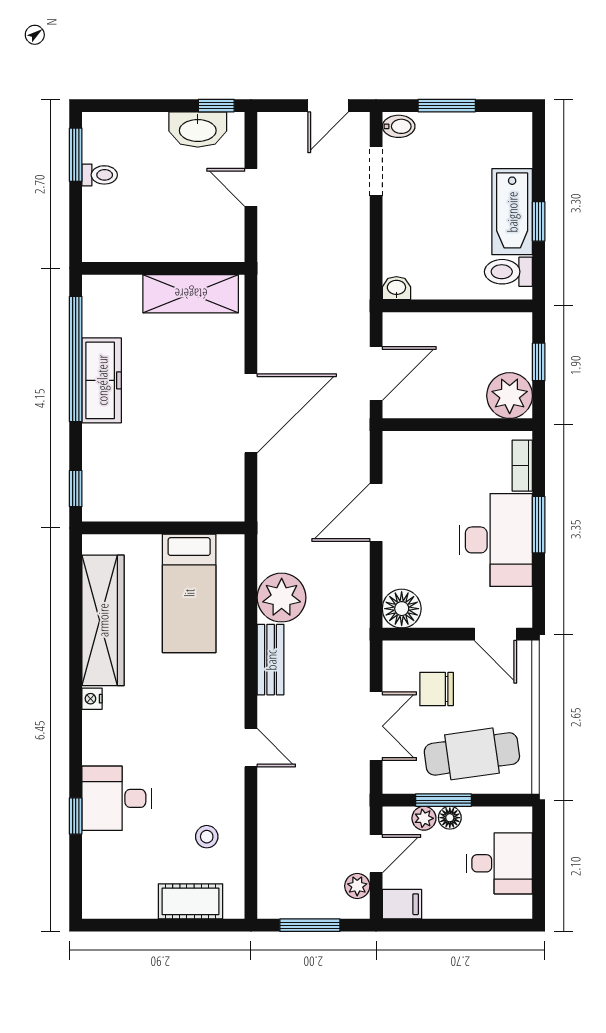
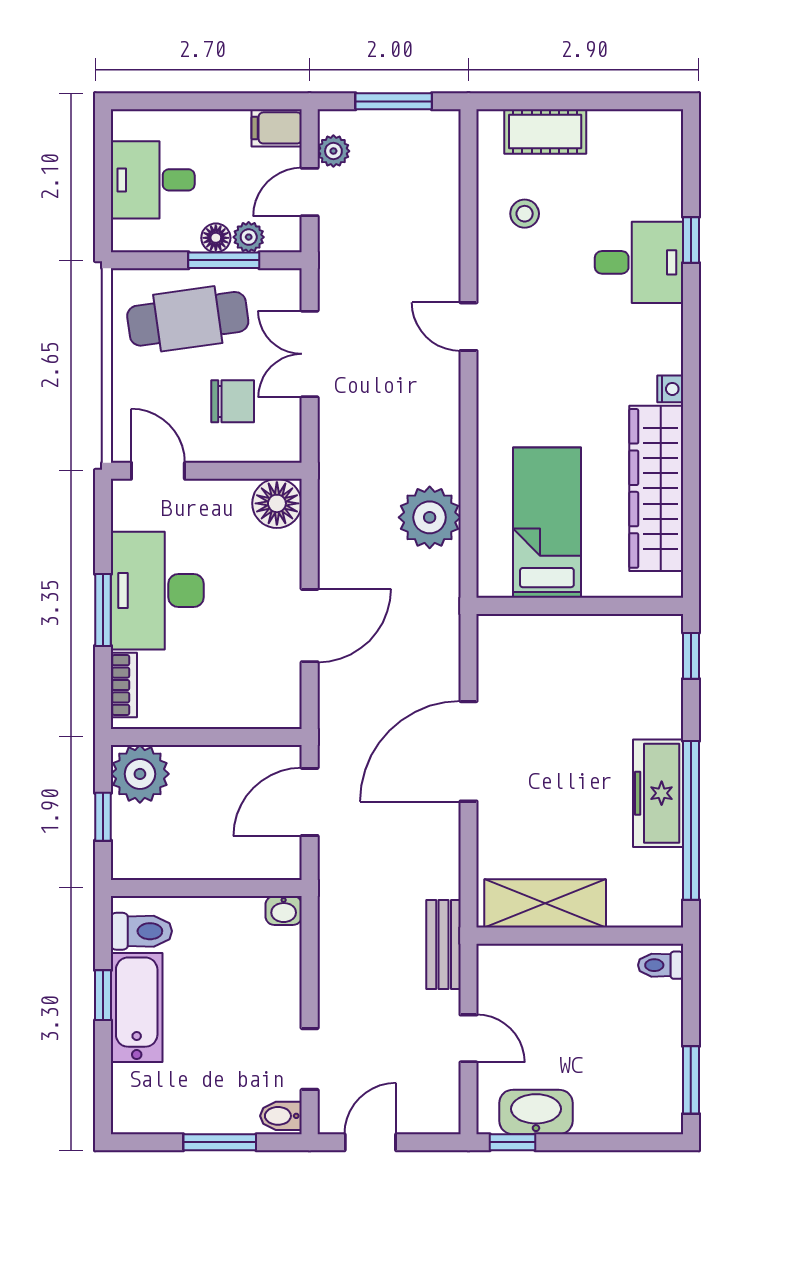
toilet: (100, 175) -> (661, 965), moved
bench: (271, 660) -> (444, 944), moved

